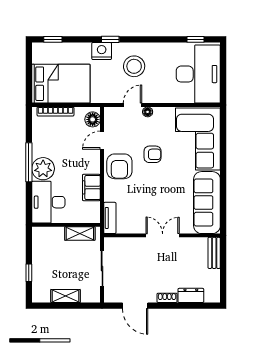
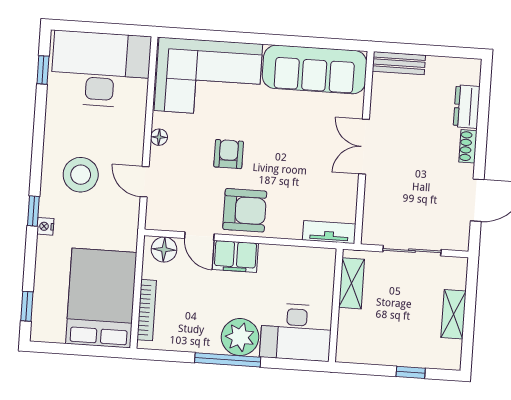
nightstand: (102, 51) -> (45, 226), width x0.53, depth x0.56
floor lamp: (148, 112) -> (159, 137), moved
filing cabinet: (91, 187) -> (235, 256), moved

